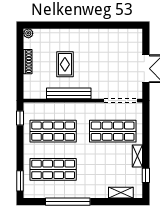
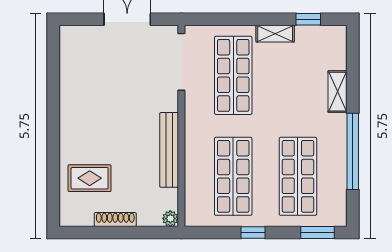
plant: (28, 33) -> (170, 219), moved
rug: (65, 64) -> (90, 178), moved
window: (20, 118) -> (253, 233), moved
shelving: (121, 193) -> (337, 92), moved

